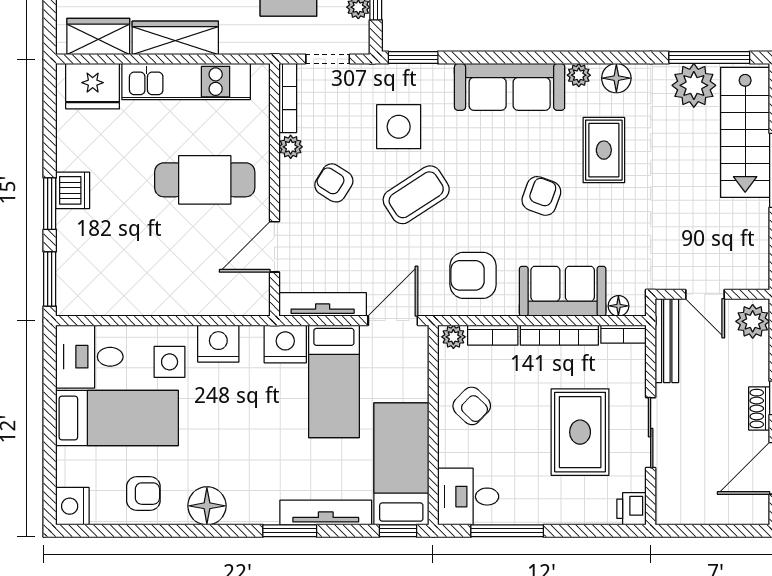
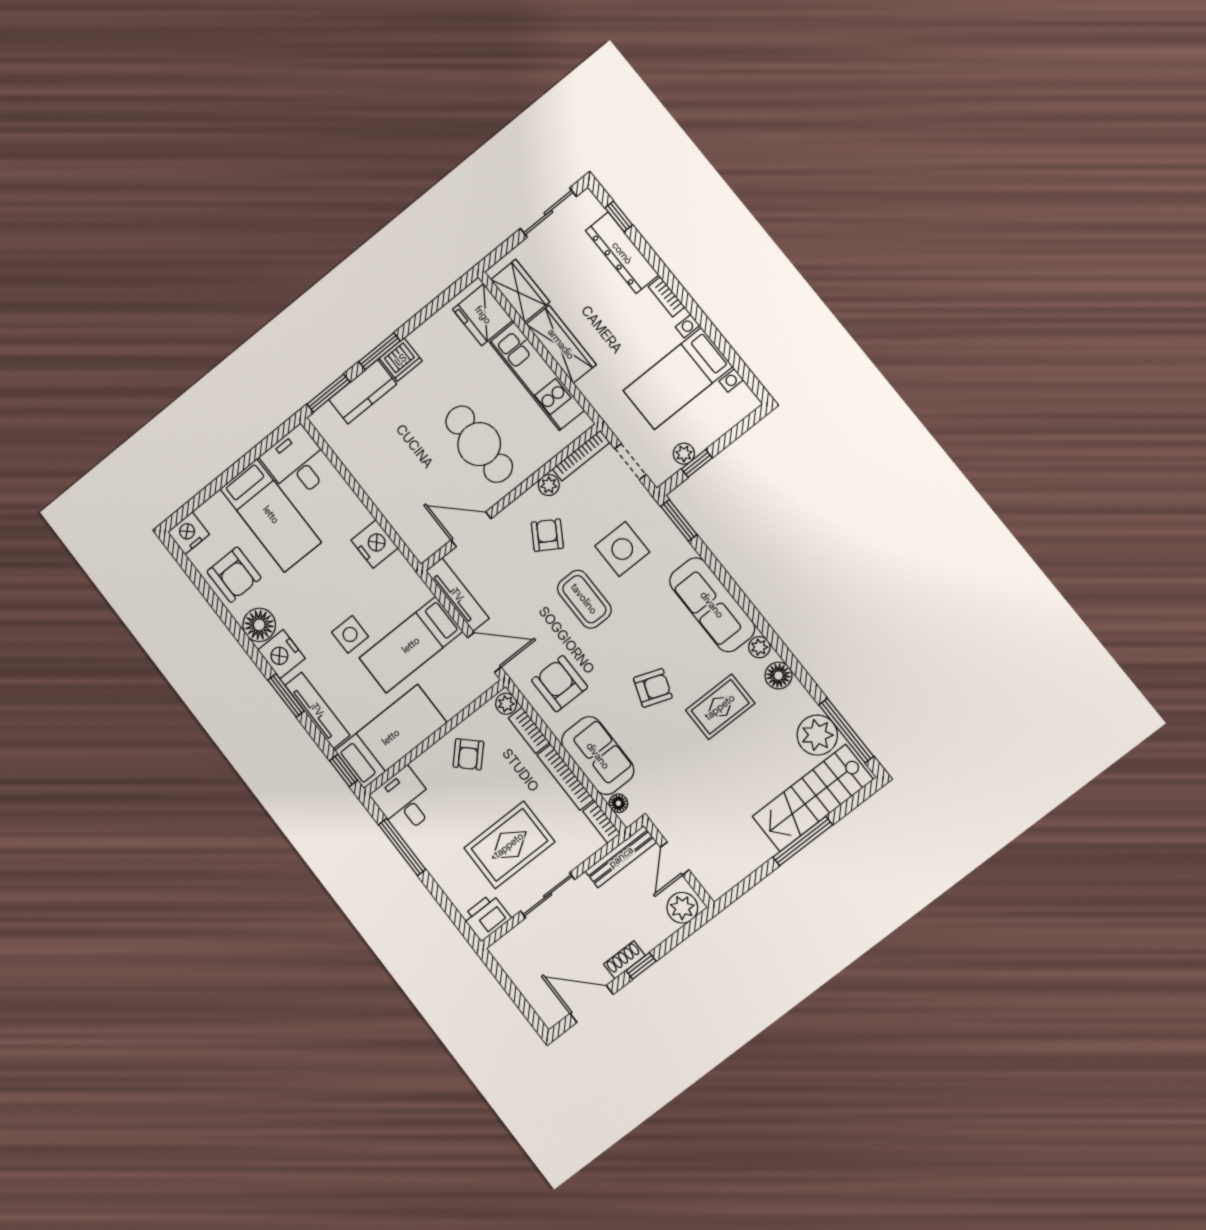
coffee table: (416, 195) -> (584, 599), turned 33
kitchen counter: (74, 247) -> (363, 392), added
nightstand: (285, 344) -> (281, 654), moved, turned 180
side table: (170, 362) -> (350, 634), moved
armchair: (143, 494) -> (234, 575), width x1.38, depth x1.38
printer: (632, 509) -> (487, 917), width x1.36, depth x1.24

